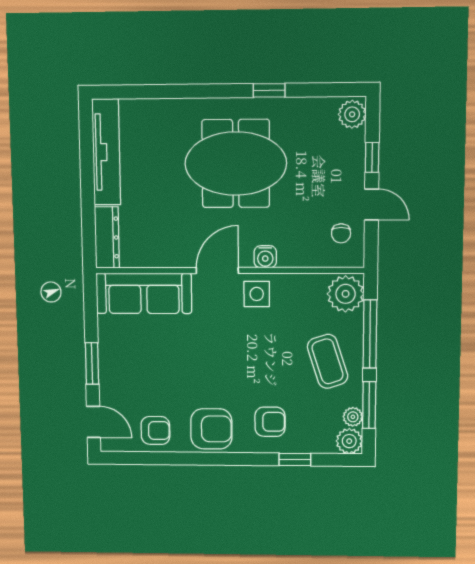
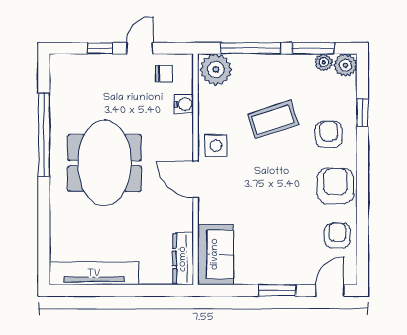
window: (269, 90) -> (44, 135), width x3.17
plant: (352, 114) -> (64, 65), removed
dresser: (107, 237) -> (183, 259), moved, turned -90
water cooler: (265, 257) -> (184, 104), moved
sofa: (144, 293) -> (215, 254), width x0.73
coffee table: (328, 361) -> (273, 119), moved

